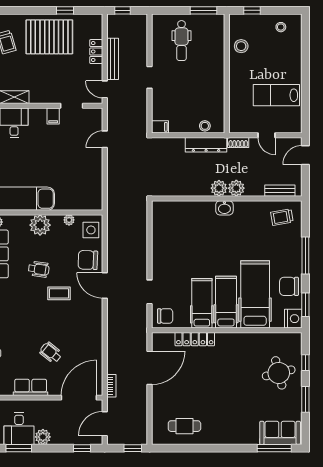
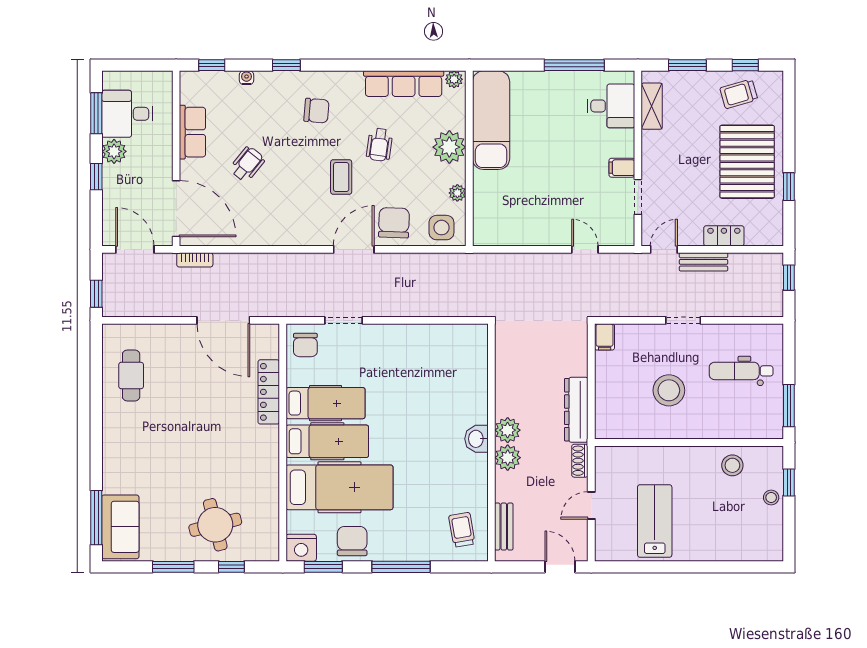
stool: (281, 27) -> (771, 497), moved
bench: (113, 59) -> (704, 262), width x0.73
stool: (205, 126) -> (669, 390), moved, width x1.89, depth x1.89
chair: (17, 309) -> (316, 111), added
window: (82, 448) -> (96, 177), moved

